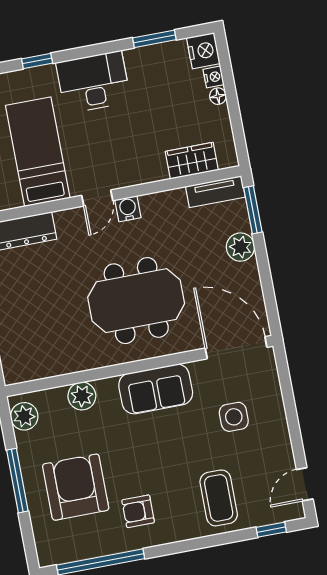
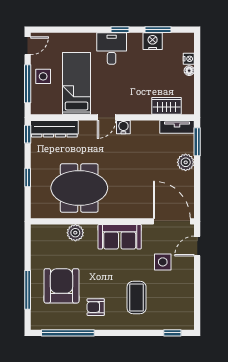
nightstand: (203, 51) -> (153, 41), moved, turned -90
window: (37, 61) -> (120, 30), moved
desk: (93, 82) -> (112, 48), width x0.73
meeting table: (136, 301) -> (79, 188), moved
plant: (24, 416) -> (39, 238), removed
window: (17, 481) -> (28, 290), moved
door: (305, 484) -> (197, 246), moved
coffee table: (219, 498) -> (137, 298), moved

